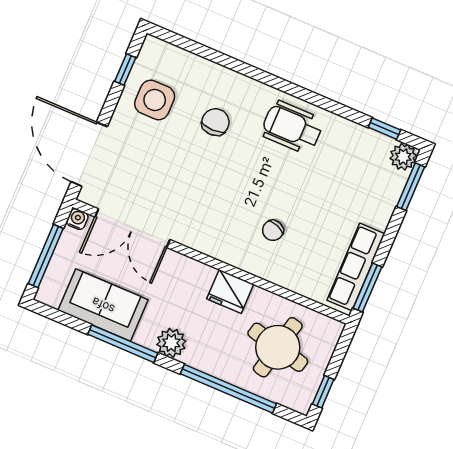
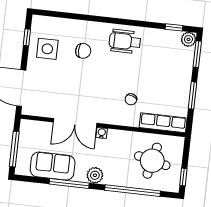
chair: (215, 122) -> (83, 51), turned 90
water cooler: (77, 219) -> (102, 133), moved
double door: (133, 228) -> (75, 123), moved
row of seats: (356, 267) -> (163, 123), moved, turned 90
window: (368, 288) -> (193, 95), moved
fridge: (230, 292) -> (118, 139), removed

